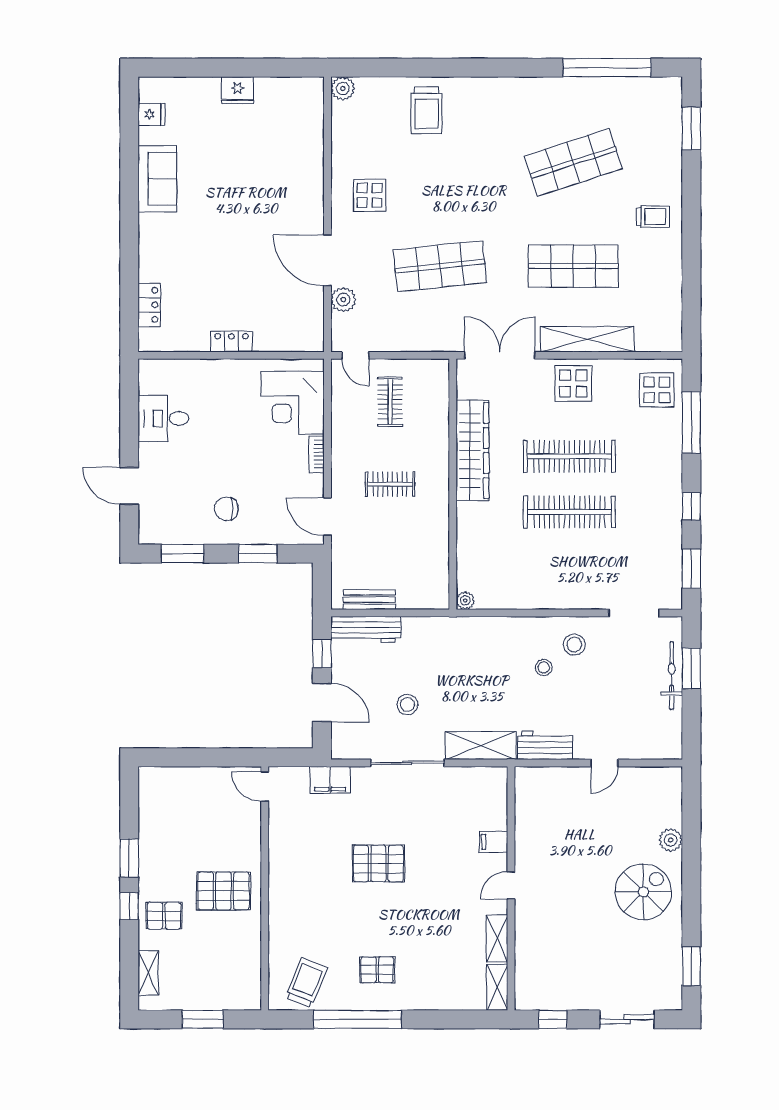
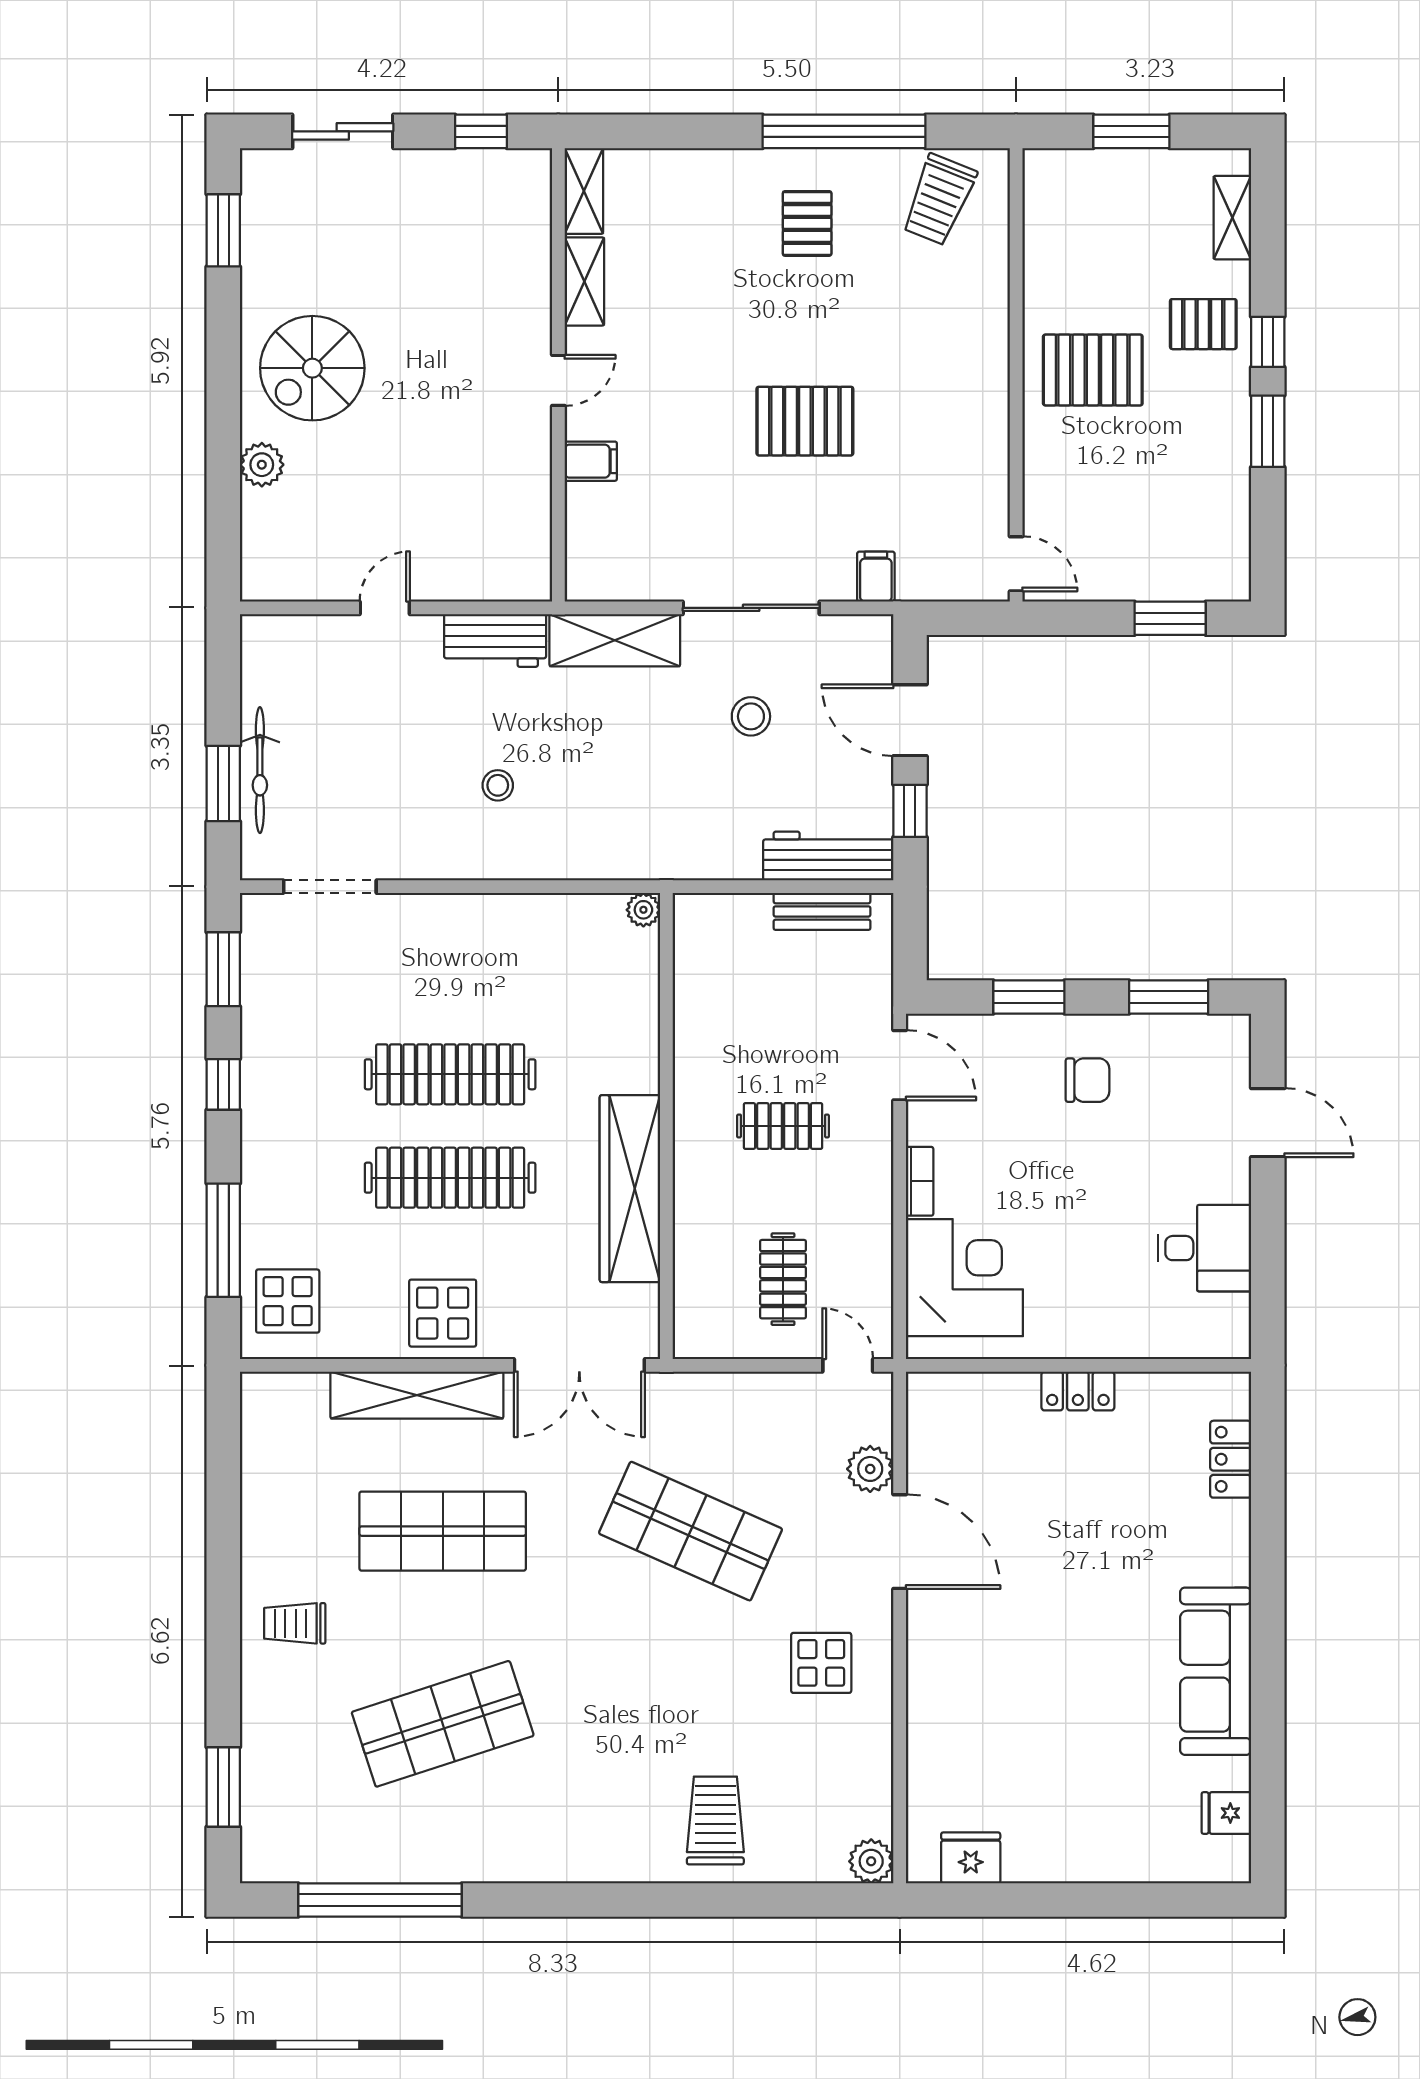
fridge: (237, 90) -> (971, 1858), moved
sofa: (157, 179) -> (1216, 1671), width x1.36
shop shelf: (440, 266) -> (691, 1531), turned 30
stool: (574, 644) -> (441, 828), removed
window: (182, 757) -> (1170, 618), added
filing cabinet: (330, 780) -> (876, 577), width x0.50
pallet: (377, 970) -> (807, 223), turned 90

